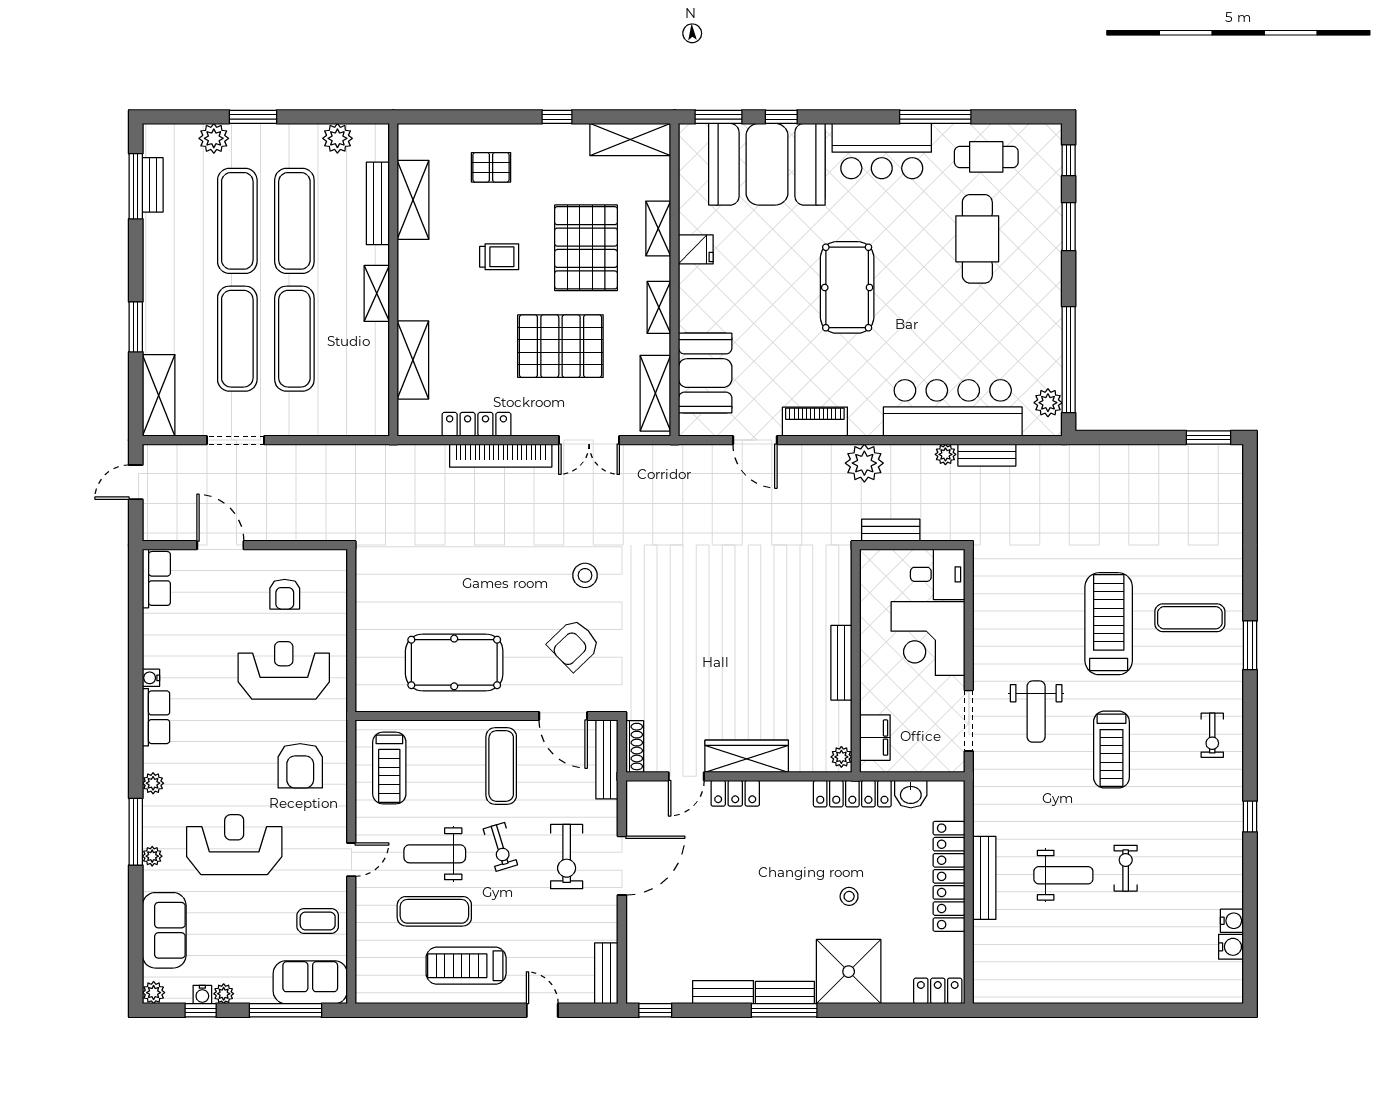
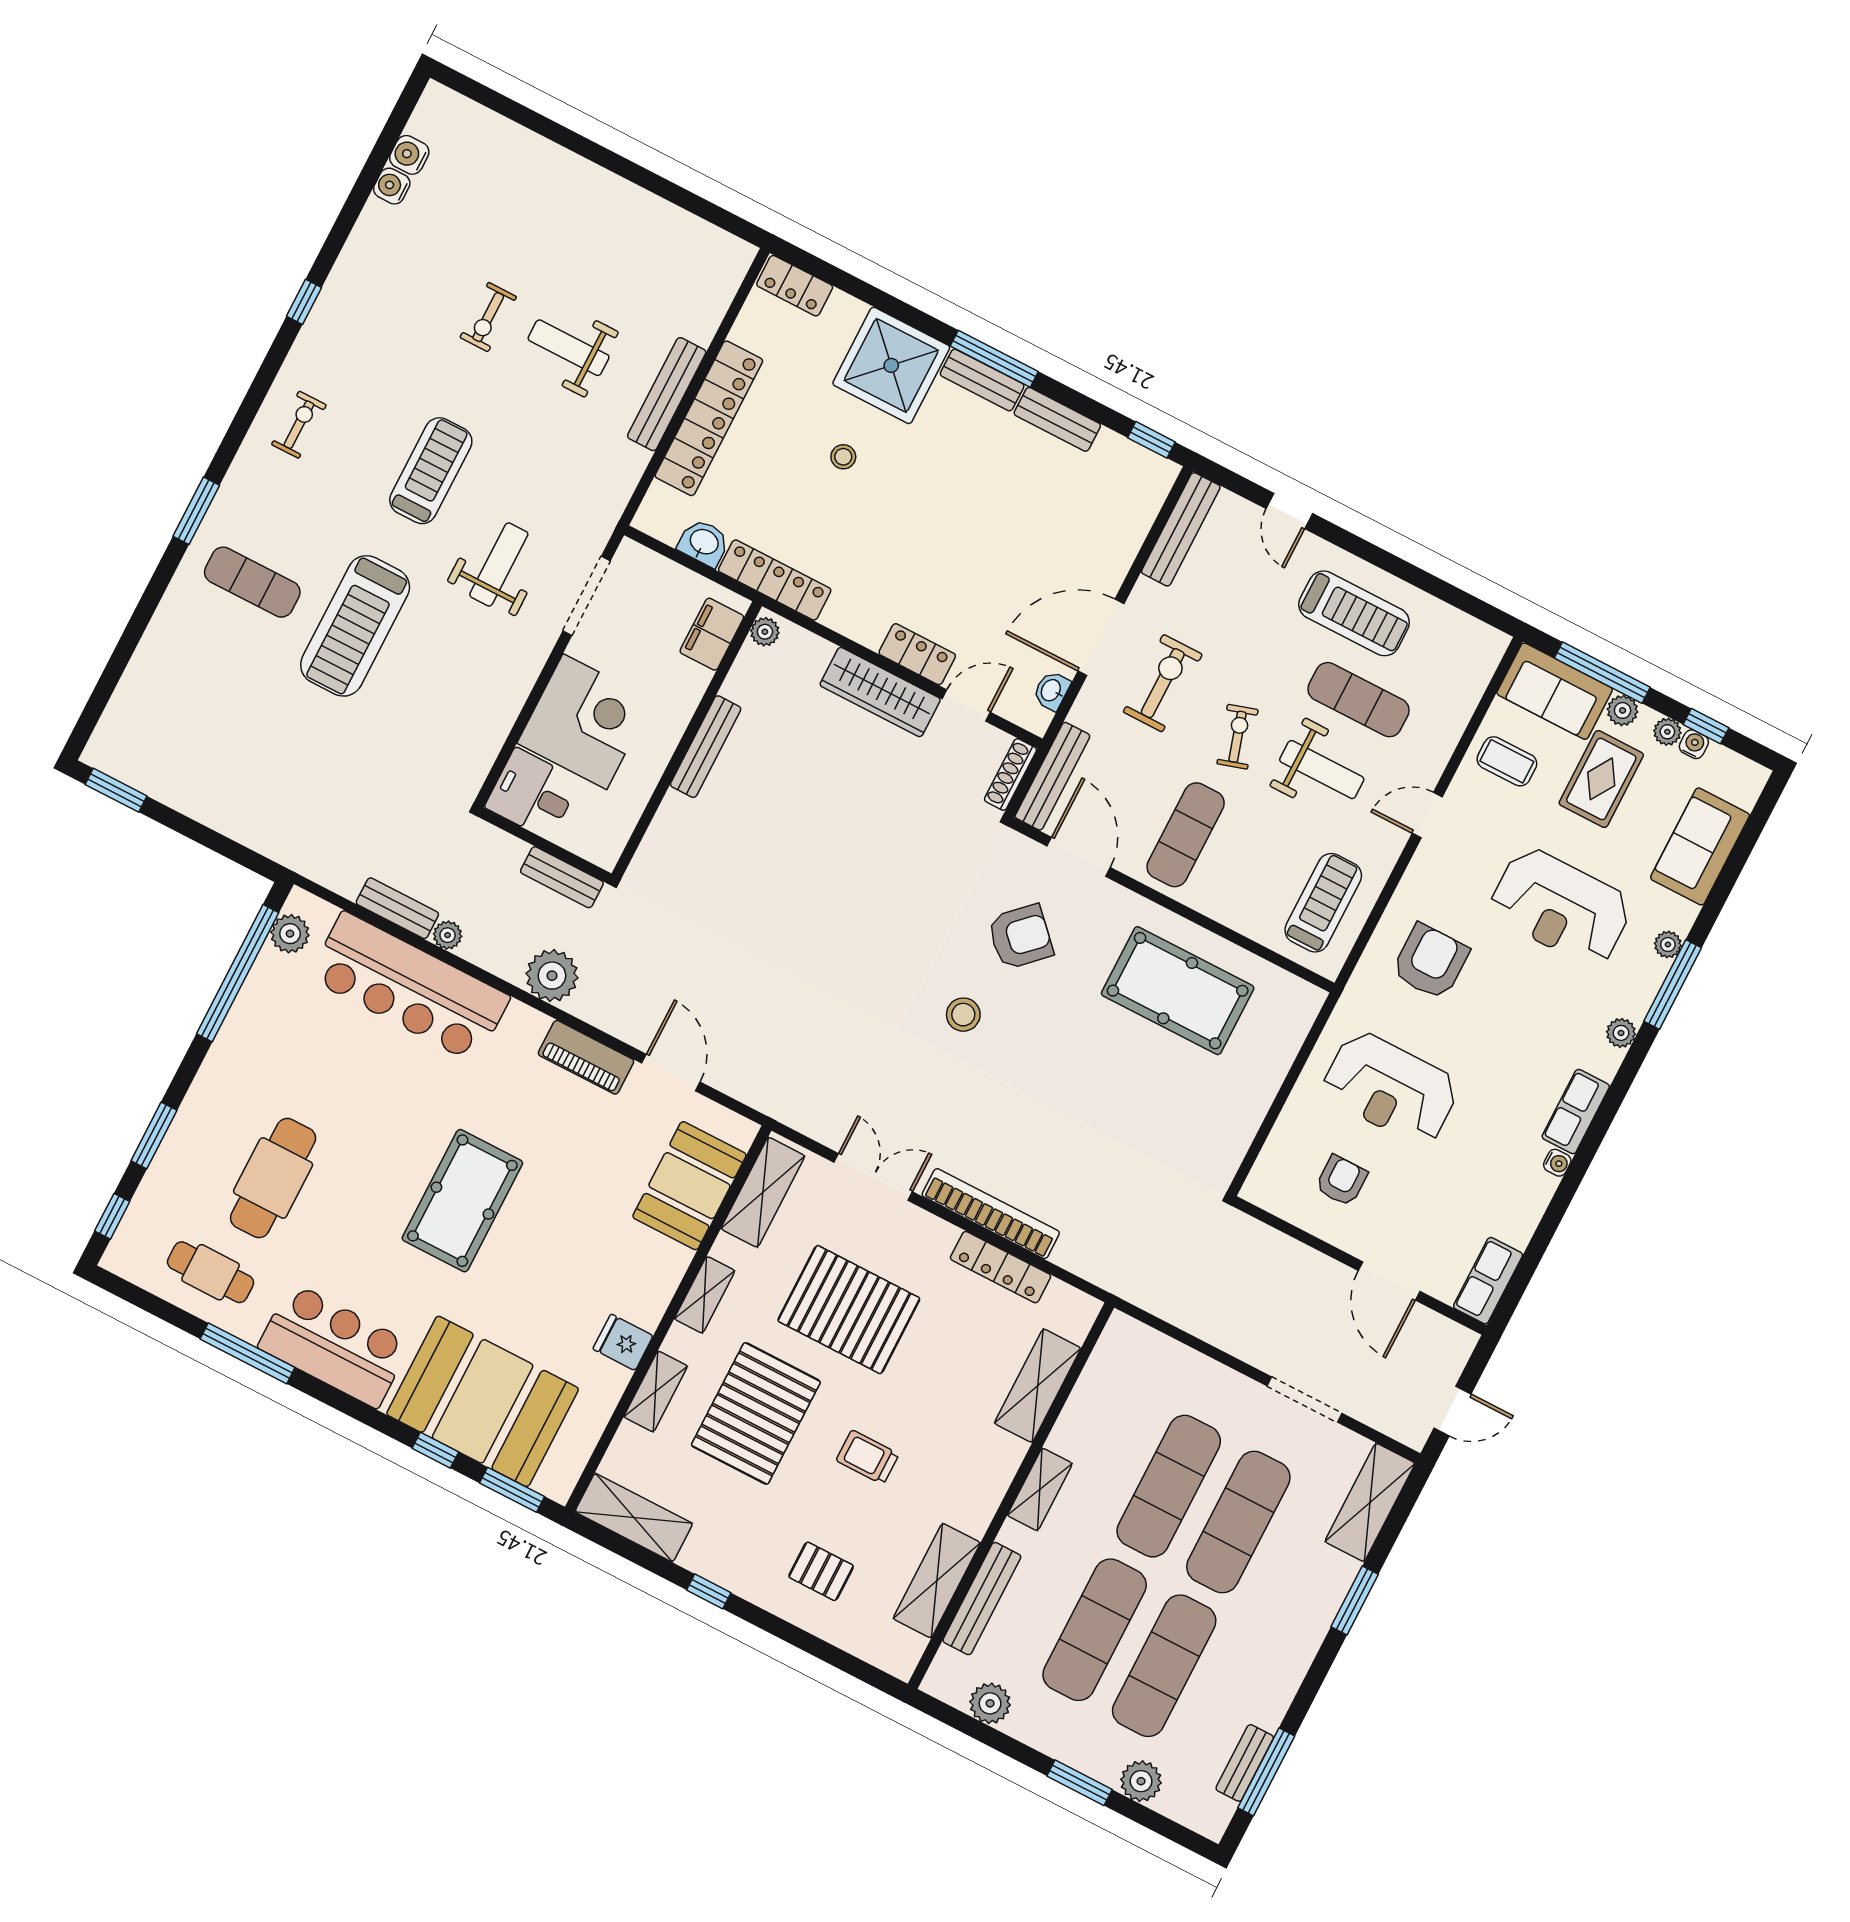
washbasin: (636, 815) -> (1052, 691), added
rug: (251, 941) -> (1601, 779), added
bench: (606, 973) -> (1181, 529), width x1.36
plant: (154, 993) -> (1623, 710), moved

